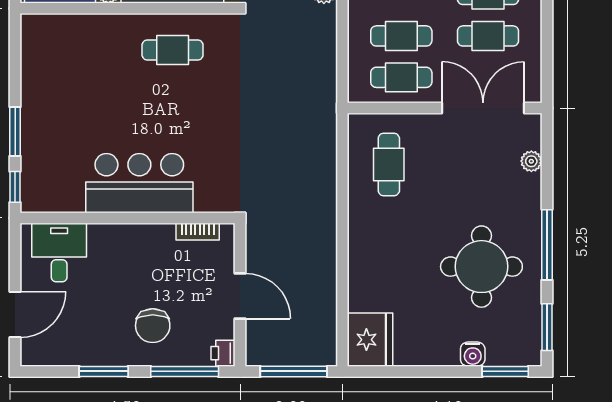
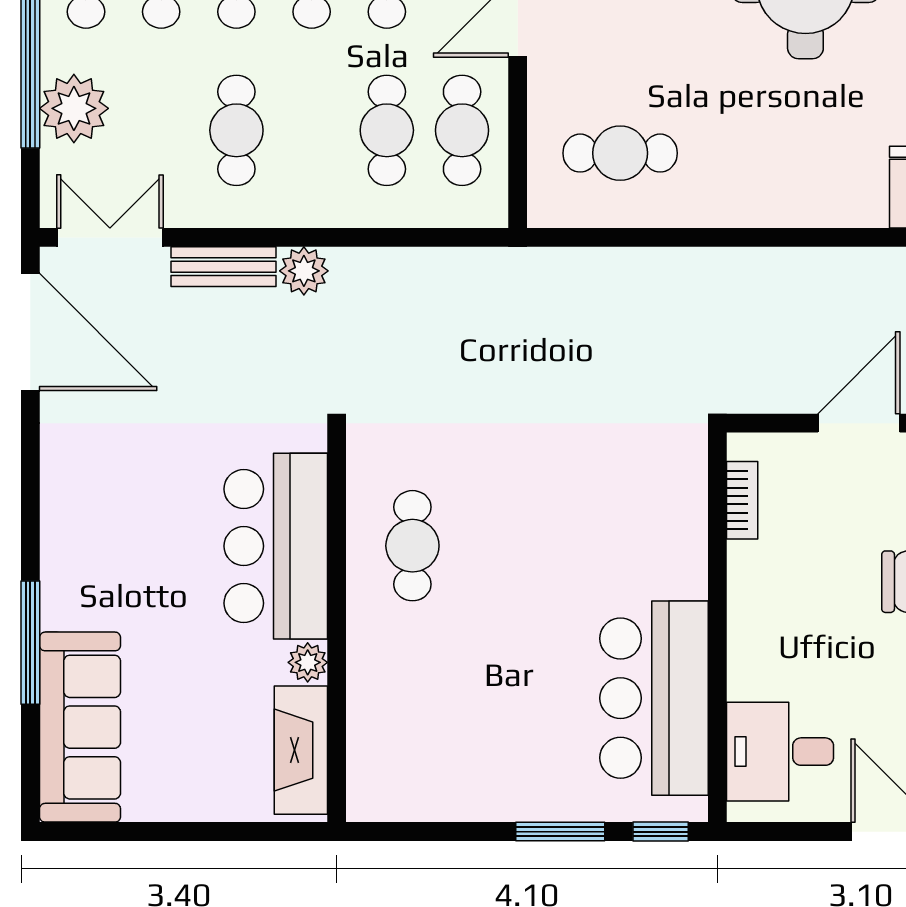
bar counter: (139, 183) -> (654, 698), moved

